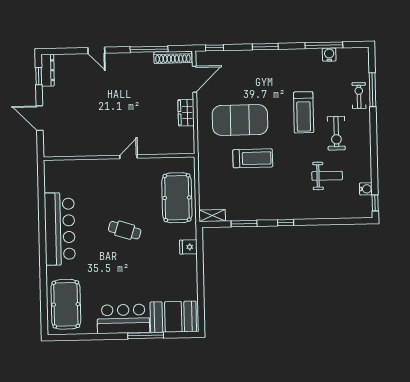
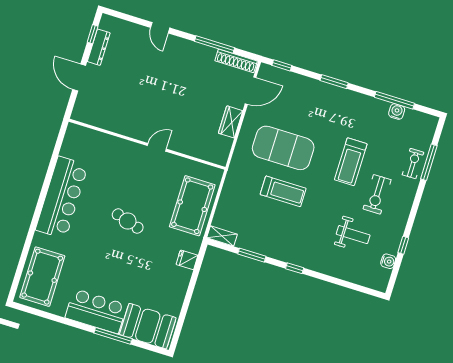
dresser: (48, 70) -> (99, 47), moved
window: (375, 203) -> (403, 245), moved

